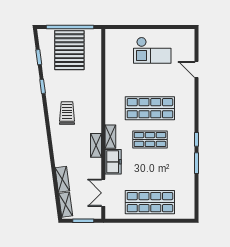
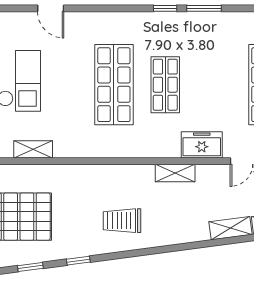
door: (197, 70) -> (51, 8), hinge flipped
shelving: (110, 137) -> (33, 149), moved

